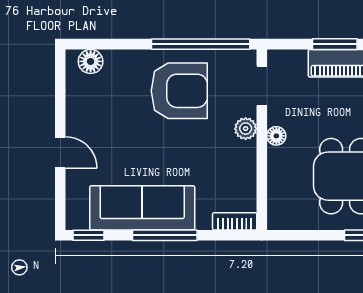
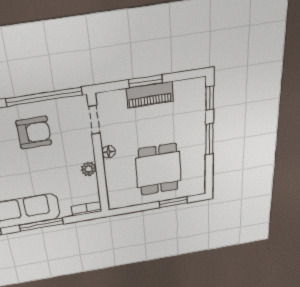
armchair: (179, 91) -> (34, 133), width x0.73, depth x0.73
plant: (246, 129) -> (89, 169), moved

